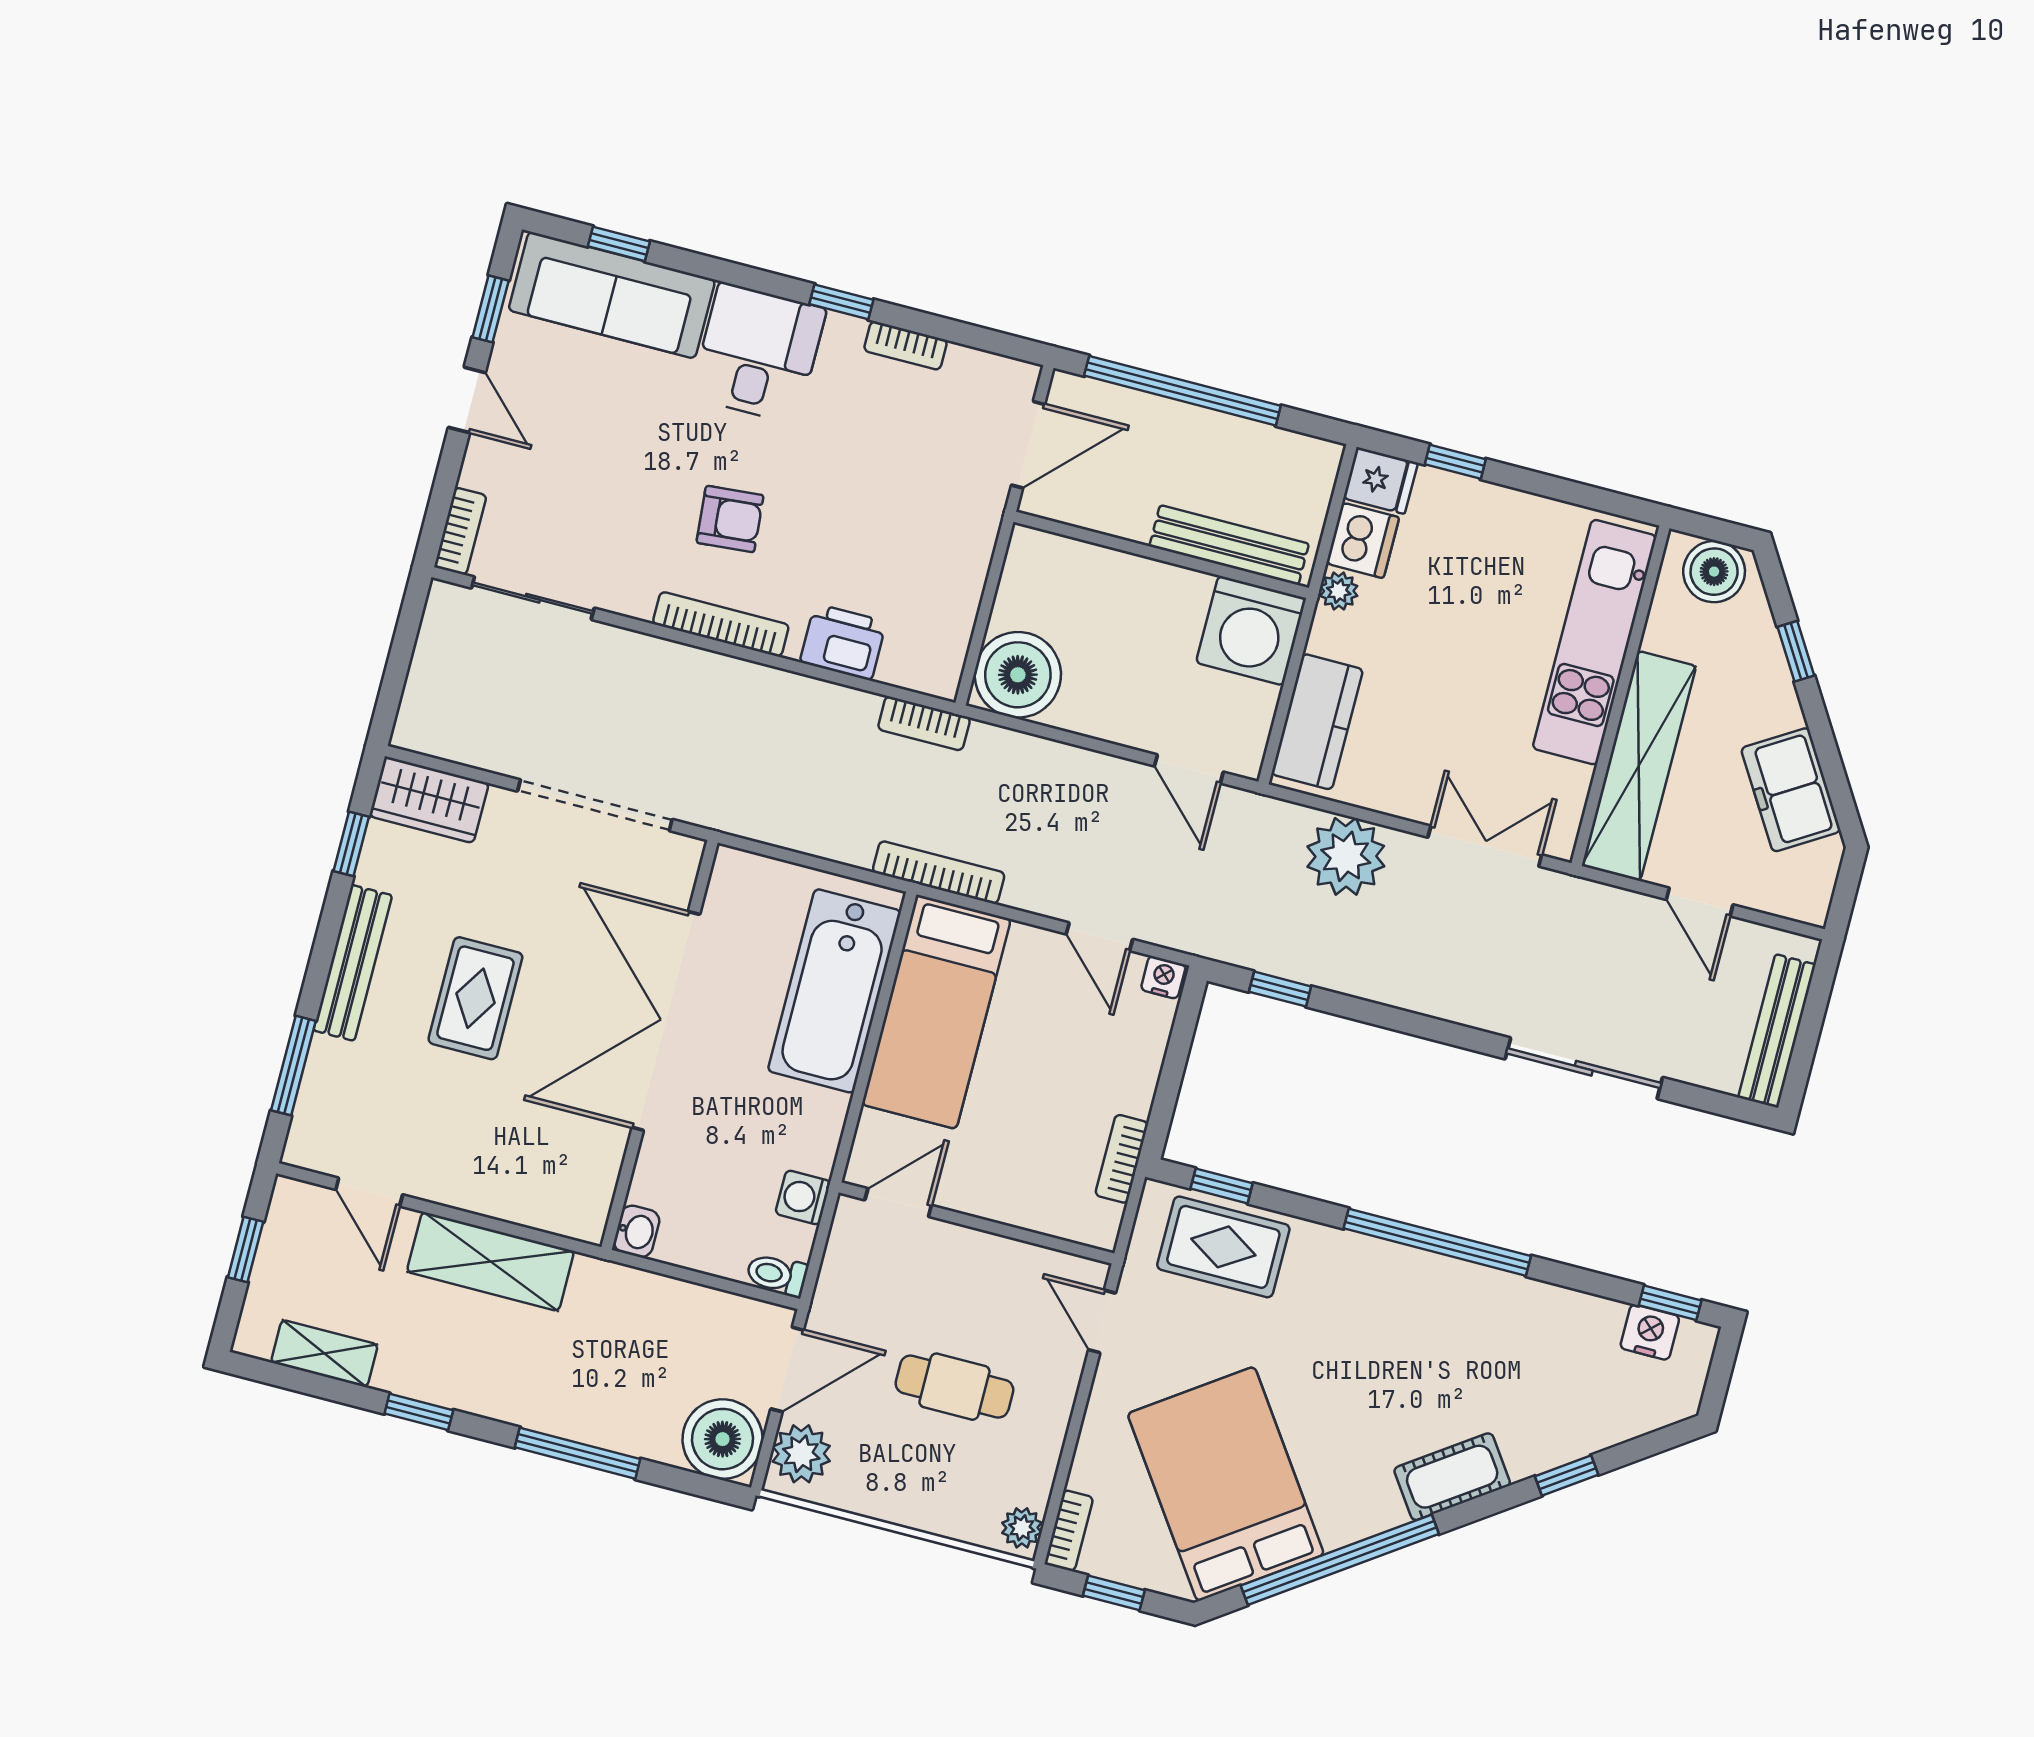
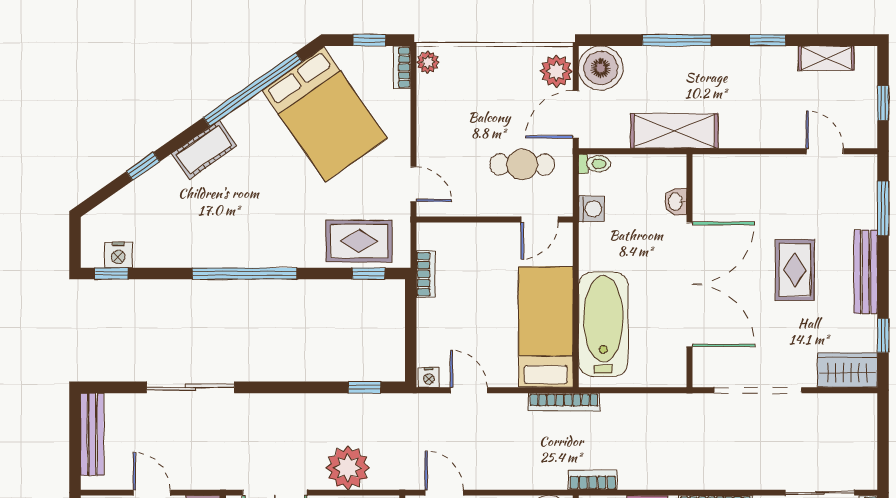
washbasin: (637, 1231) -> (676, 202), moved
shelving: (490, 1261) -> (674, 131), moved
cafe table: (954, 1387) -> (522, 164), moved

